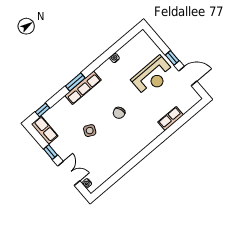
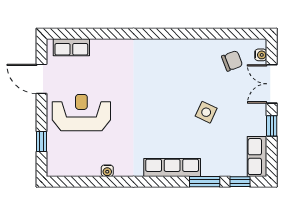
window: (172, 58) -> (41, 141), moved
window: (75, 82) -> (205, 182), moved
chair: (119, 113) -> (232, 61), moved
row of seats: (171, 119) -> (71, 47), moved

